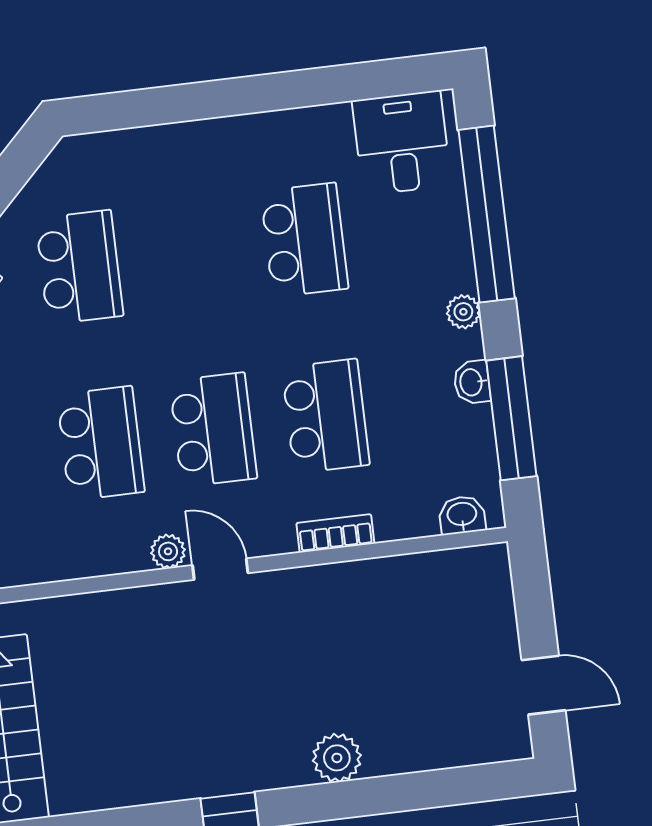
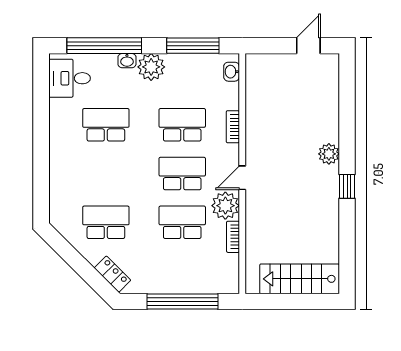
plant: (463, 312) -> (151, 67), width x1.87, depth x1.87
washbasin: (472, 382) -> (127, 61), moved
plant: (168, 551) -> (225, 206), width x1.87, depth x1.87
bookcase: (82, 564) -> (233, 237), added
plant: (337, 758) -> (329, 154), moved

